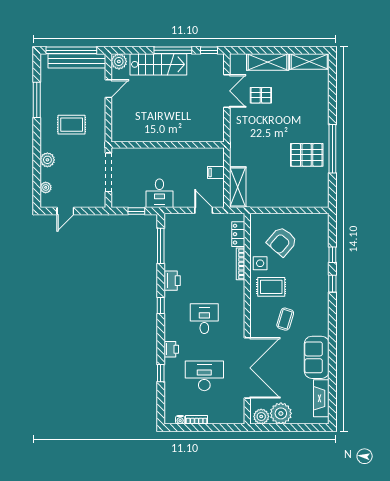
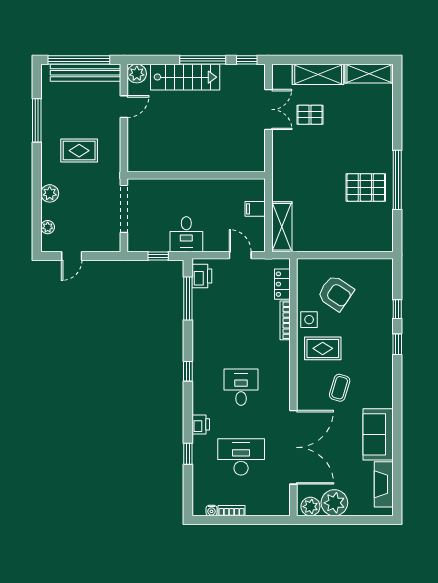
armchair: (282, 242) -> (336, 293), turned -97
printer: (172, 281) -> (202, 276), moved

